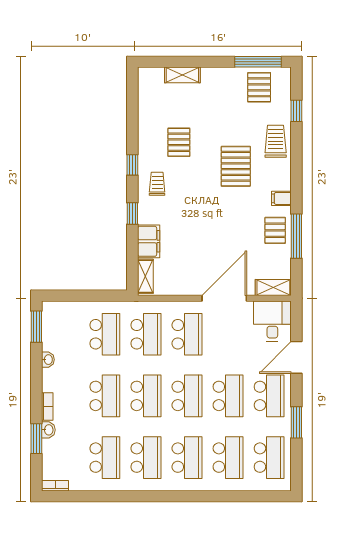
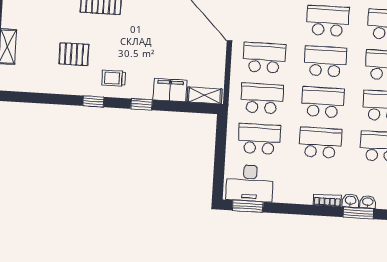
desk: (60, 327) -> (250, 183), added
washbasin: (48, 360) -> (368, 202), moved

